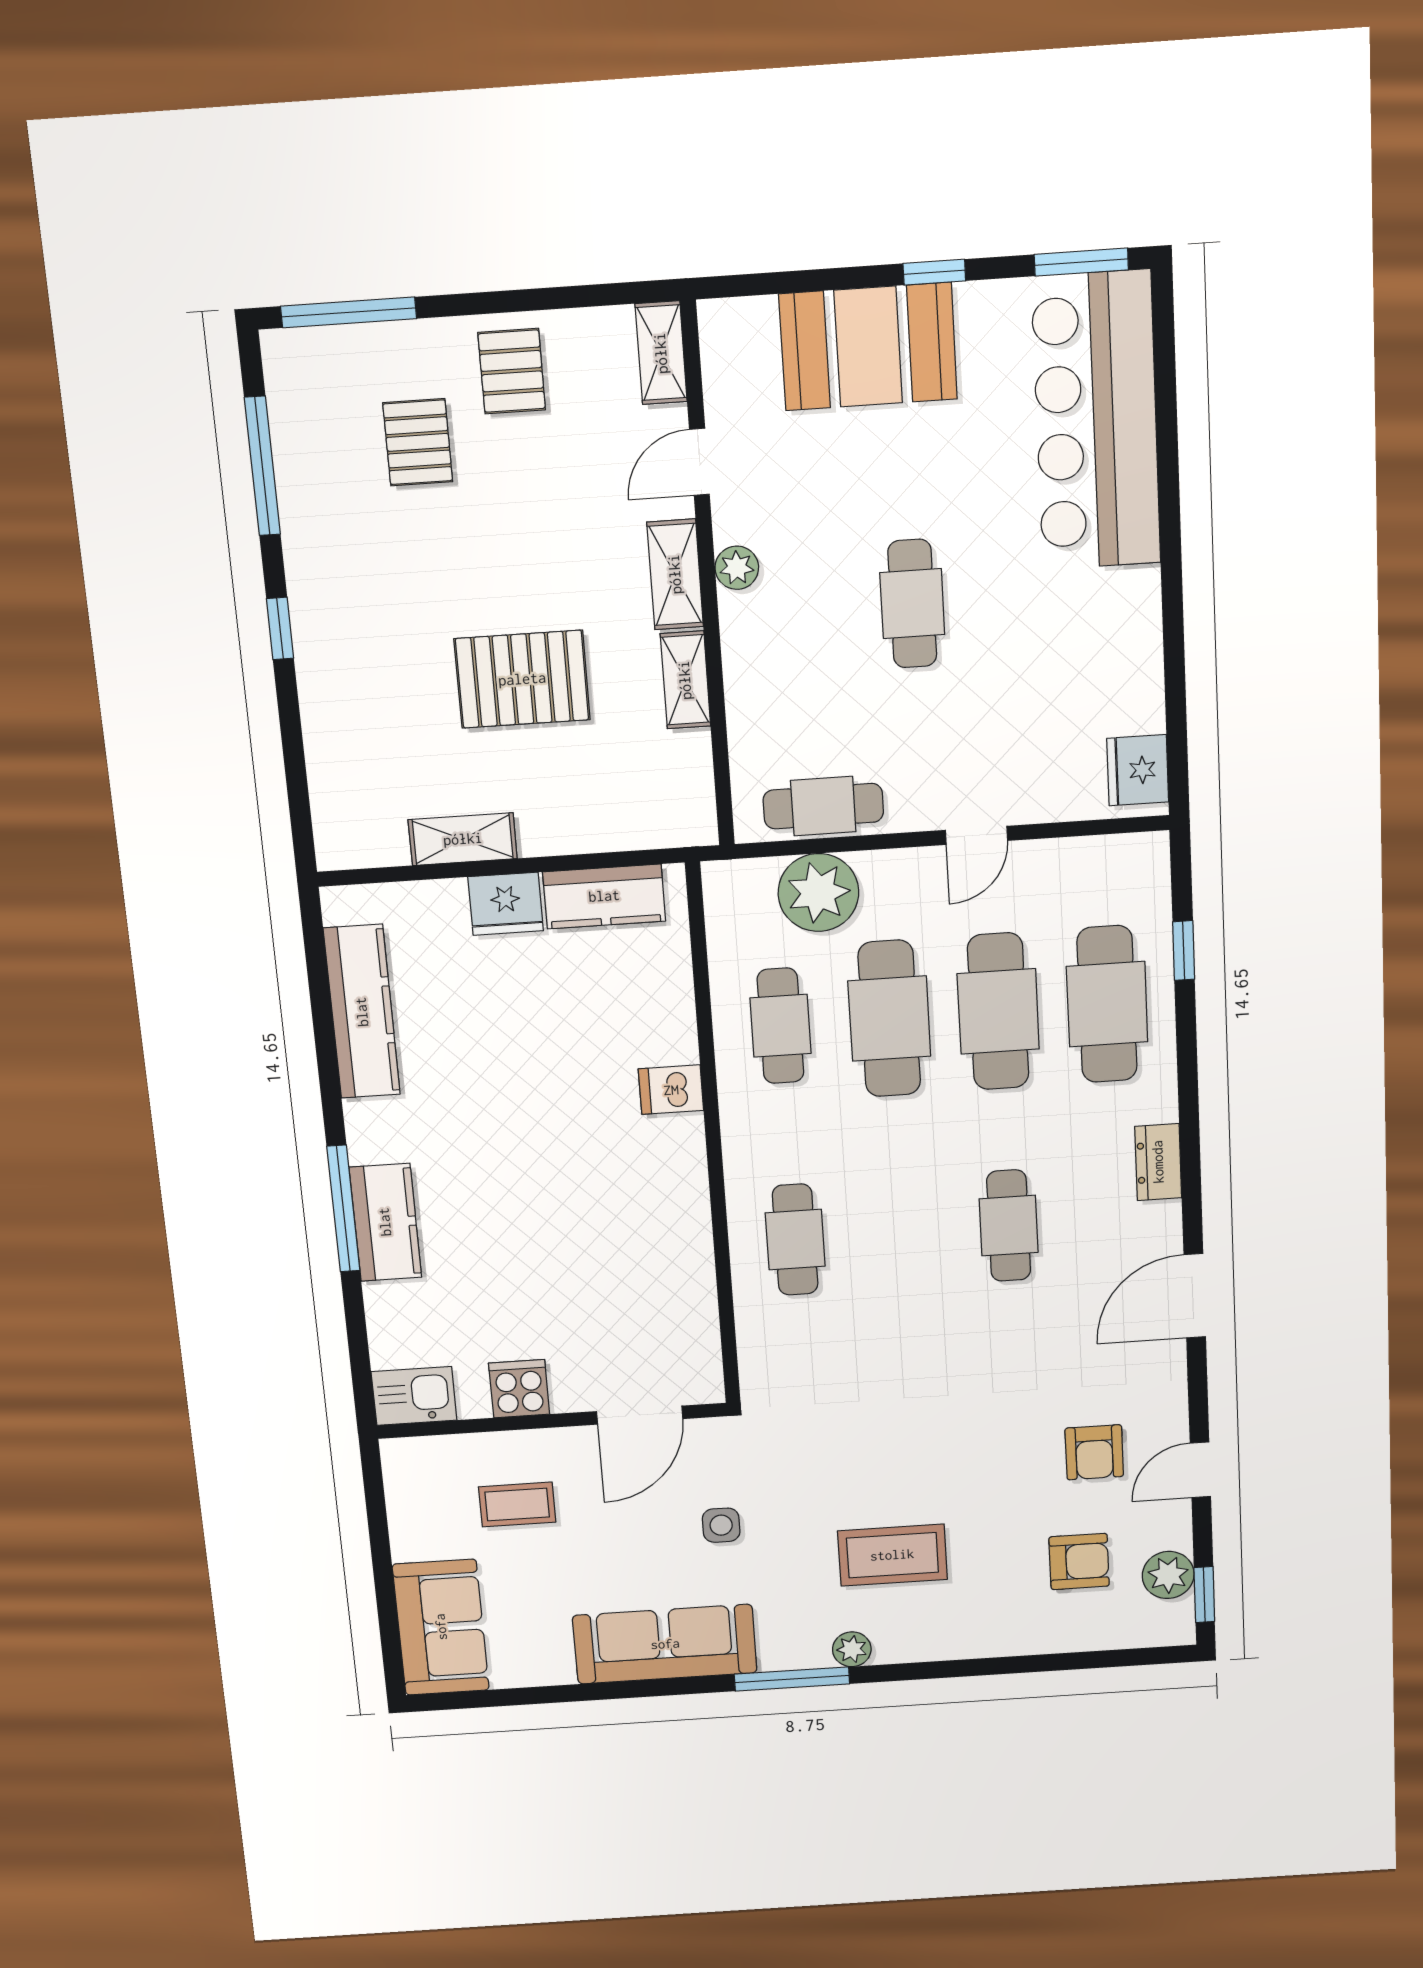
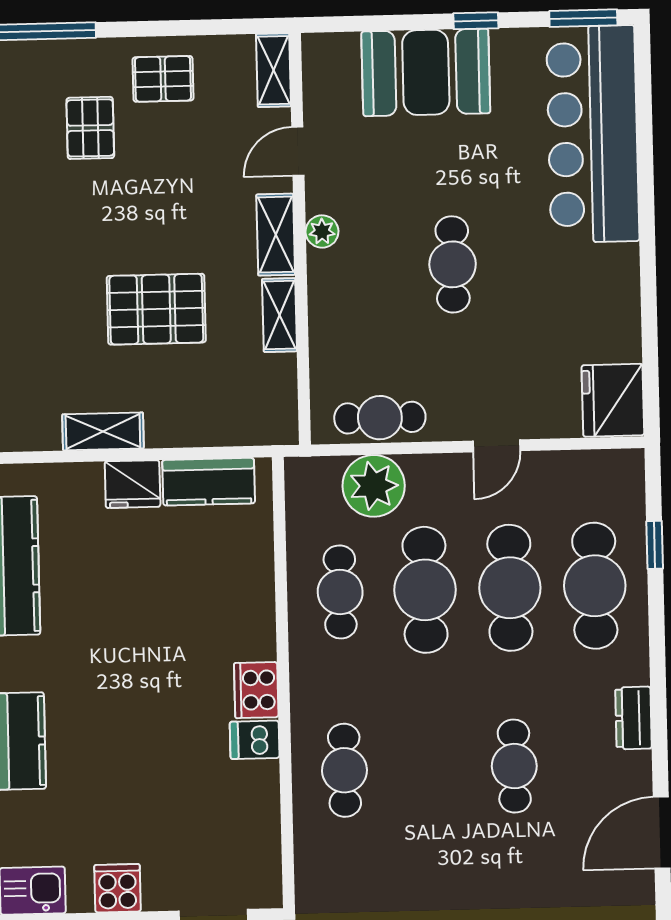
pallet: (512, 371) -> (163, 79), turned 90
fridge: (1138, 770) -> (613, 400), width x1.36, depth x1.34
dishwasher: (671, 1090) -> (255, 740), moved
cooker: (679, 1149) -> (256, 690), added

